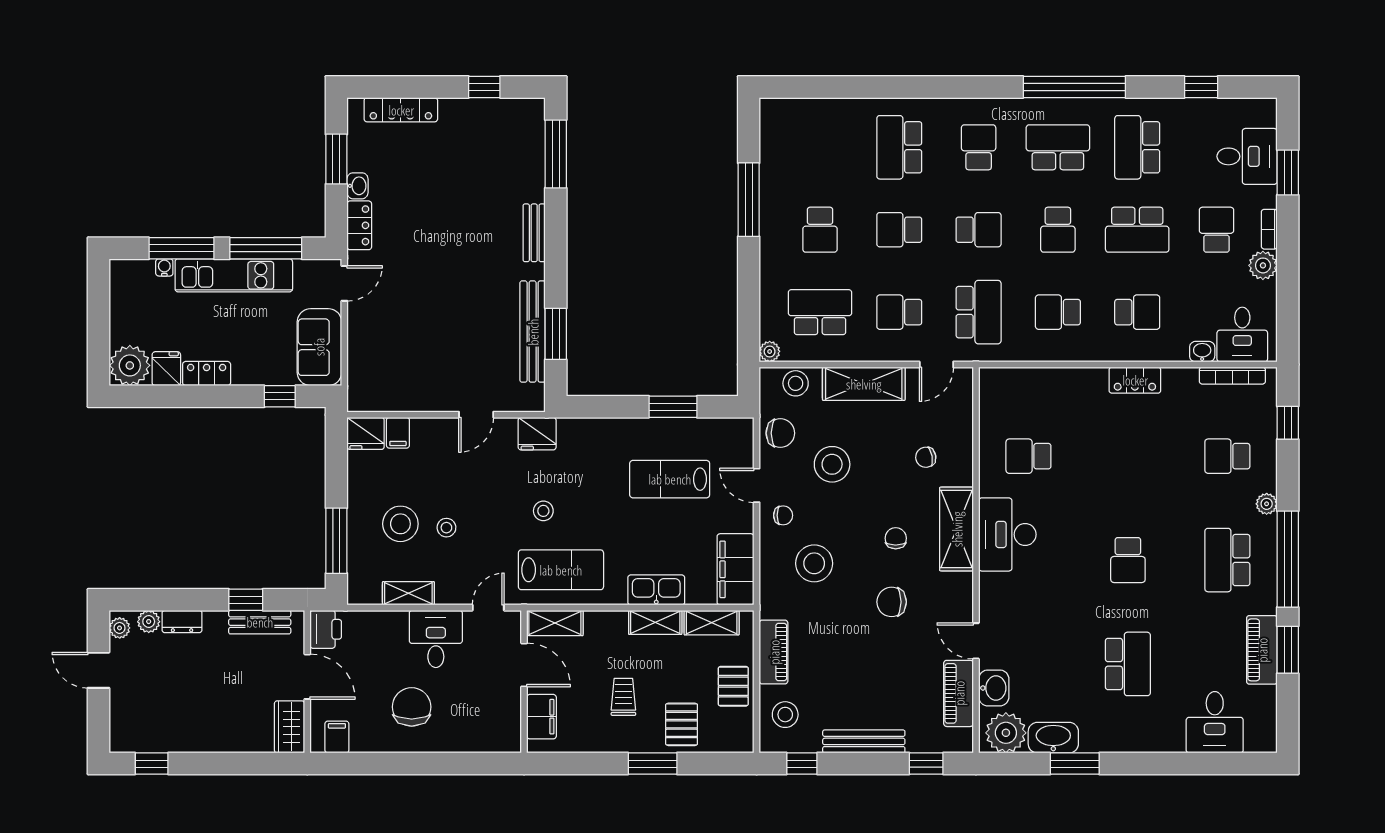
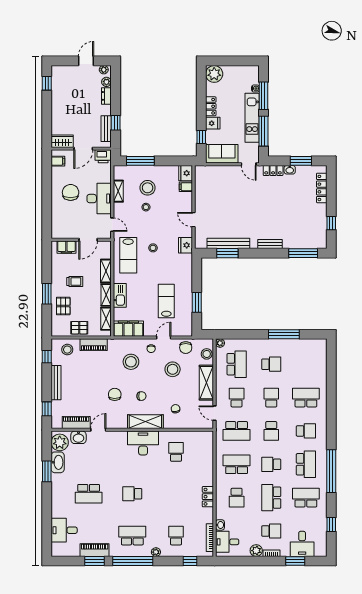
school desk: (820, 230) -> (271, 364), turned 180
school desk: (1058, 312) -> (237, 464), width x1.85
fridge: (166, 369) -> (213, 123), moved
shelving: (555, 623) -> (106, 271), moved
desk: (436, 639) -> (99, 199), width x1.37
chair: (412, 707) -> (71, 192), turned -90
pallet: (682, 724) -> (63, 306), turned 90

